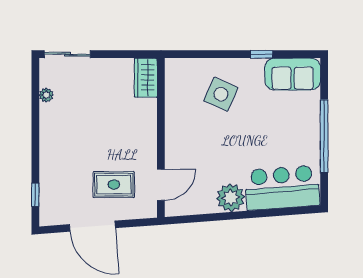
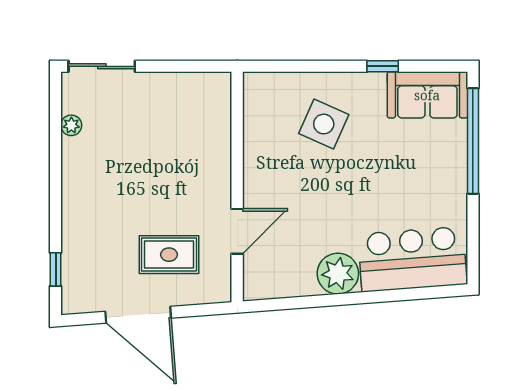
wardrobe: (146, 78) -> (215, 100), removed
window: (324, 136) -> (473, 141), moved
door: (161, 185) -> (237, 231), moved

